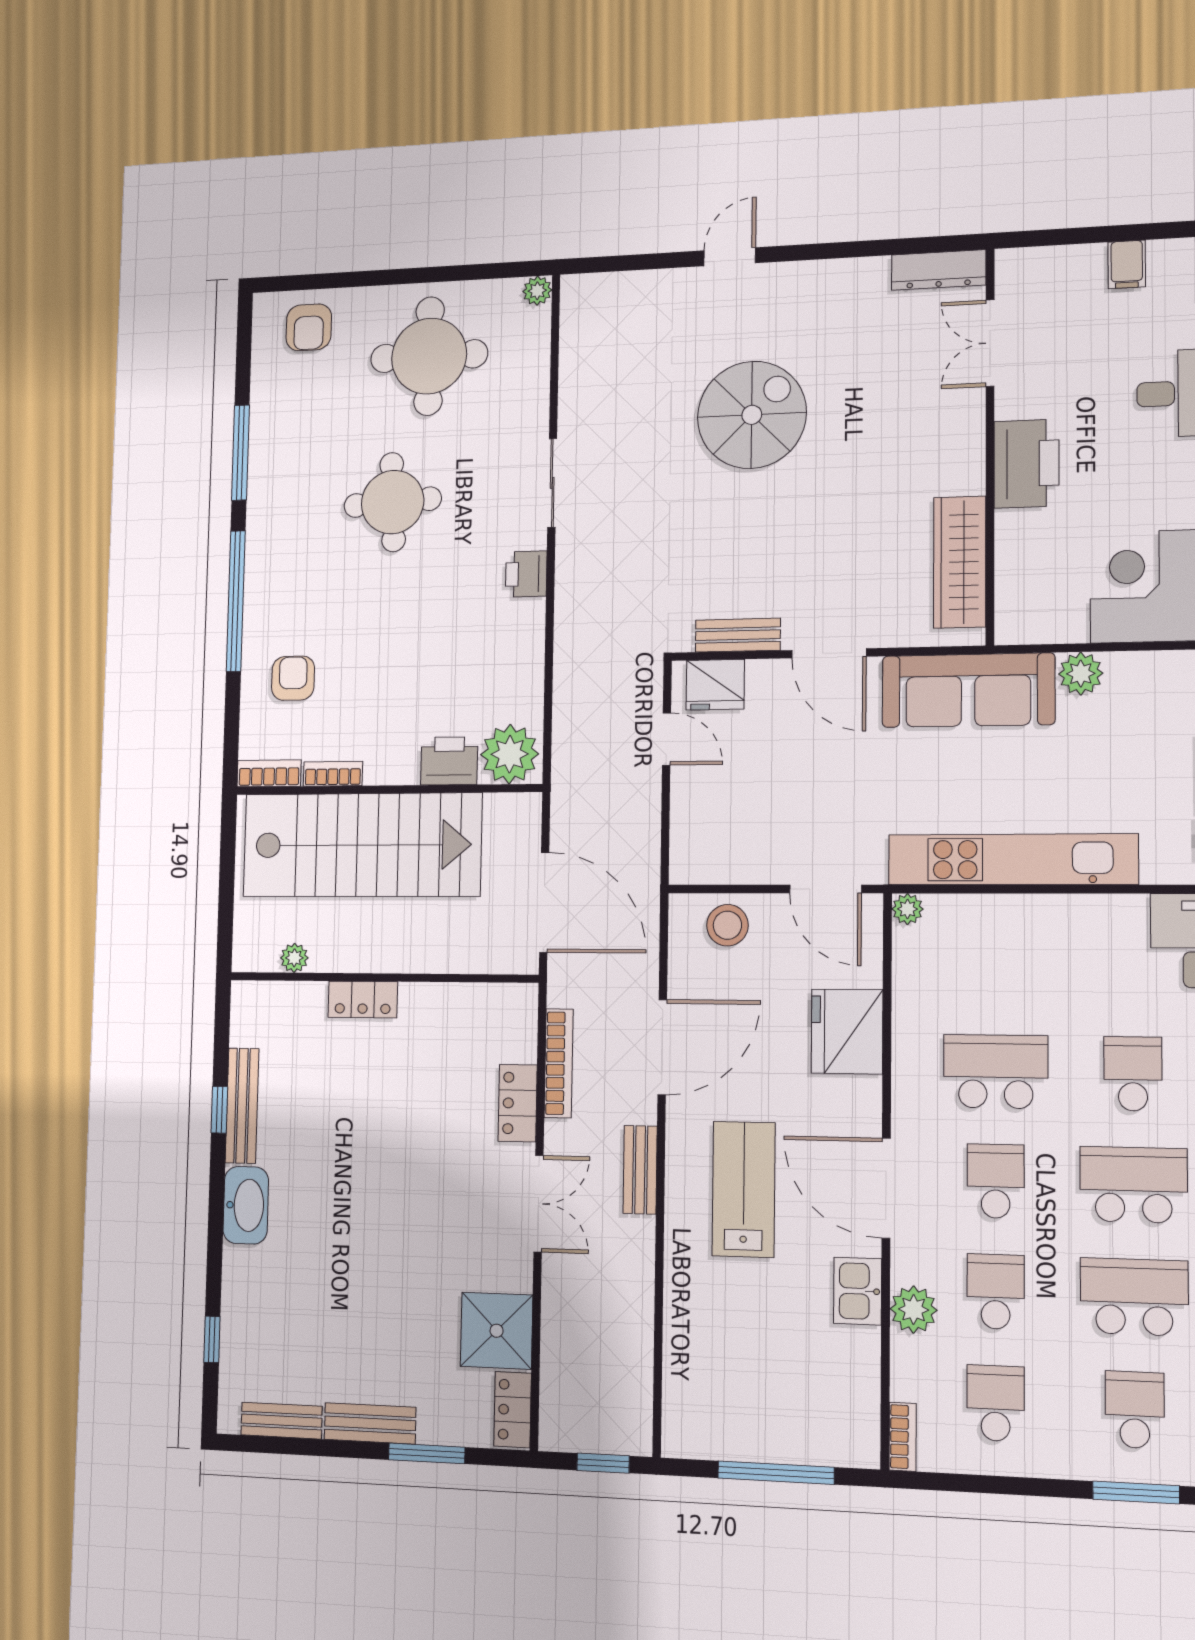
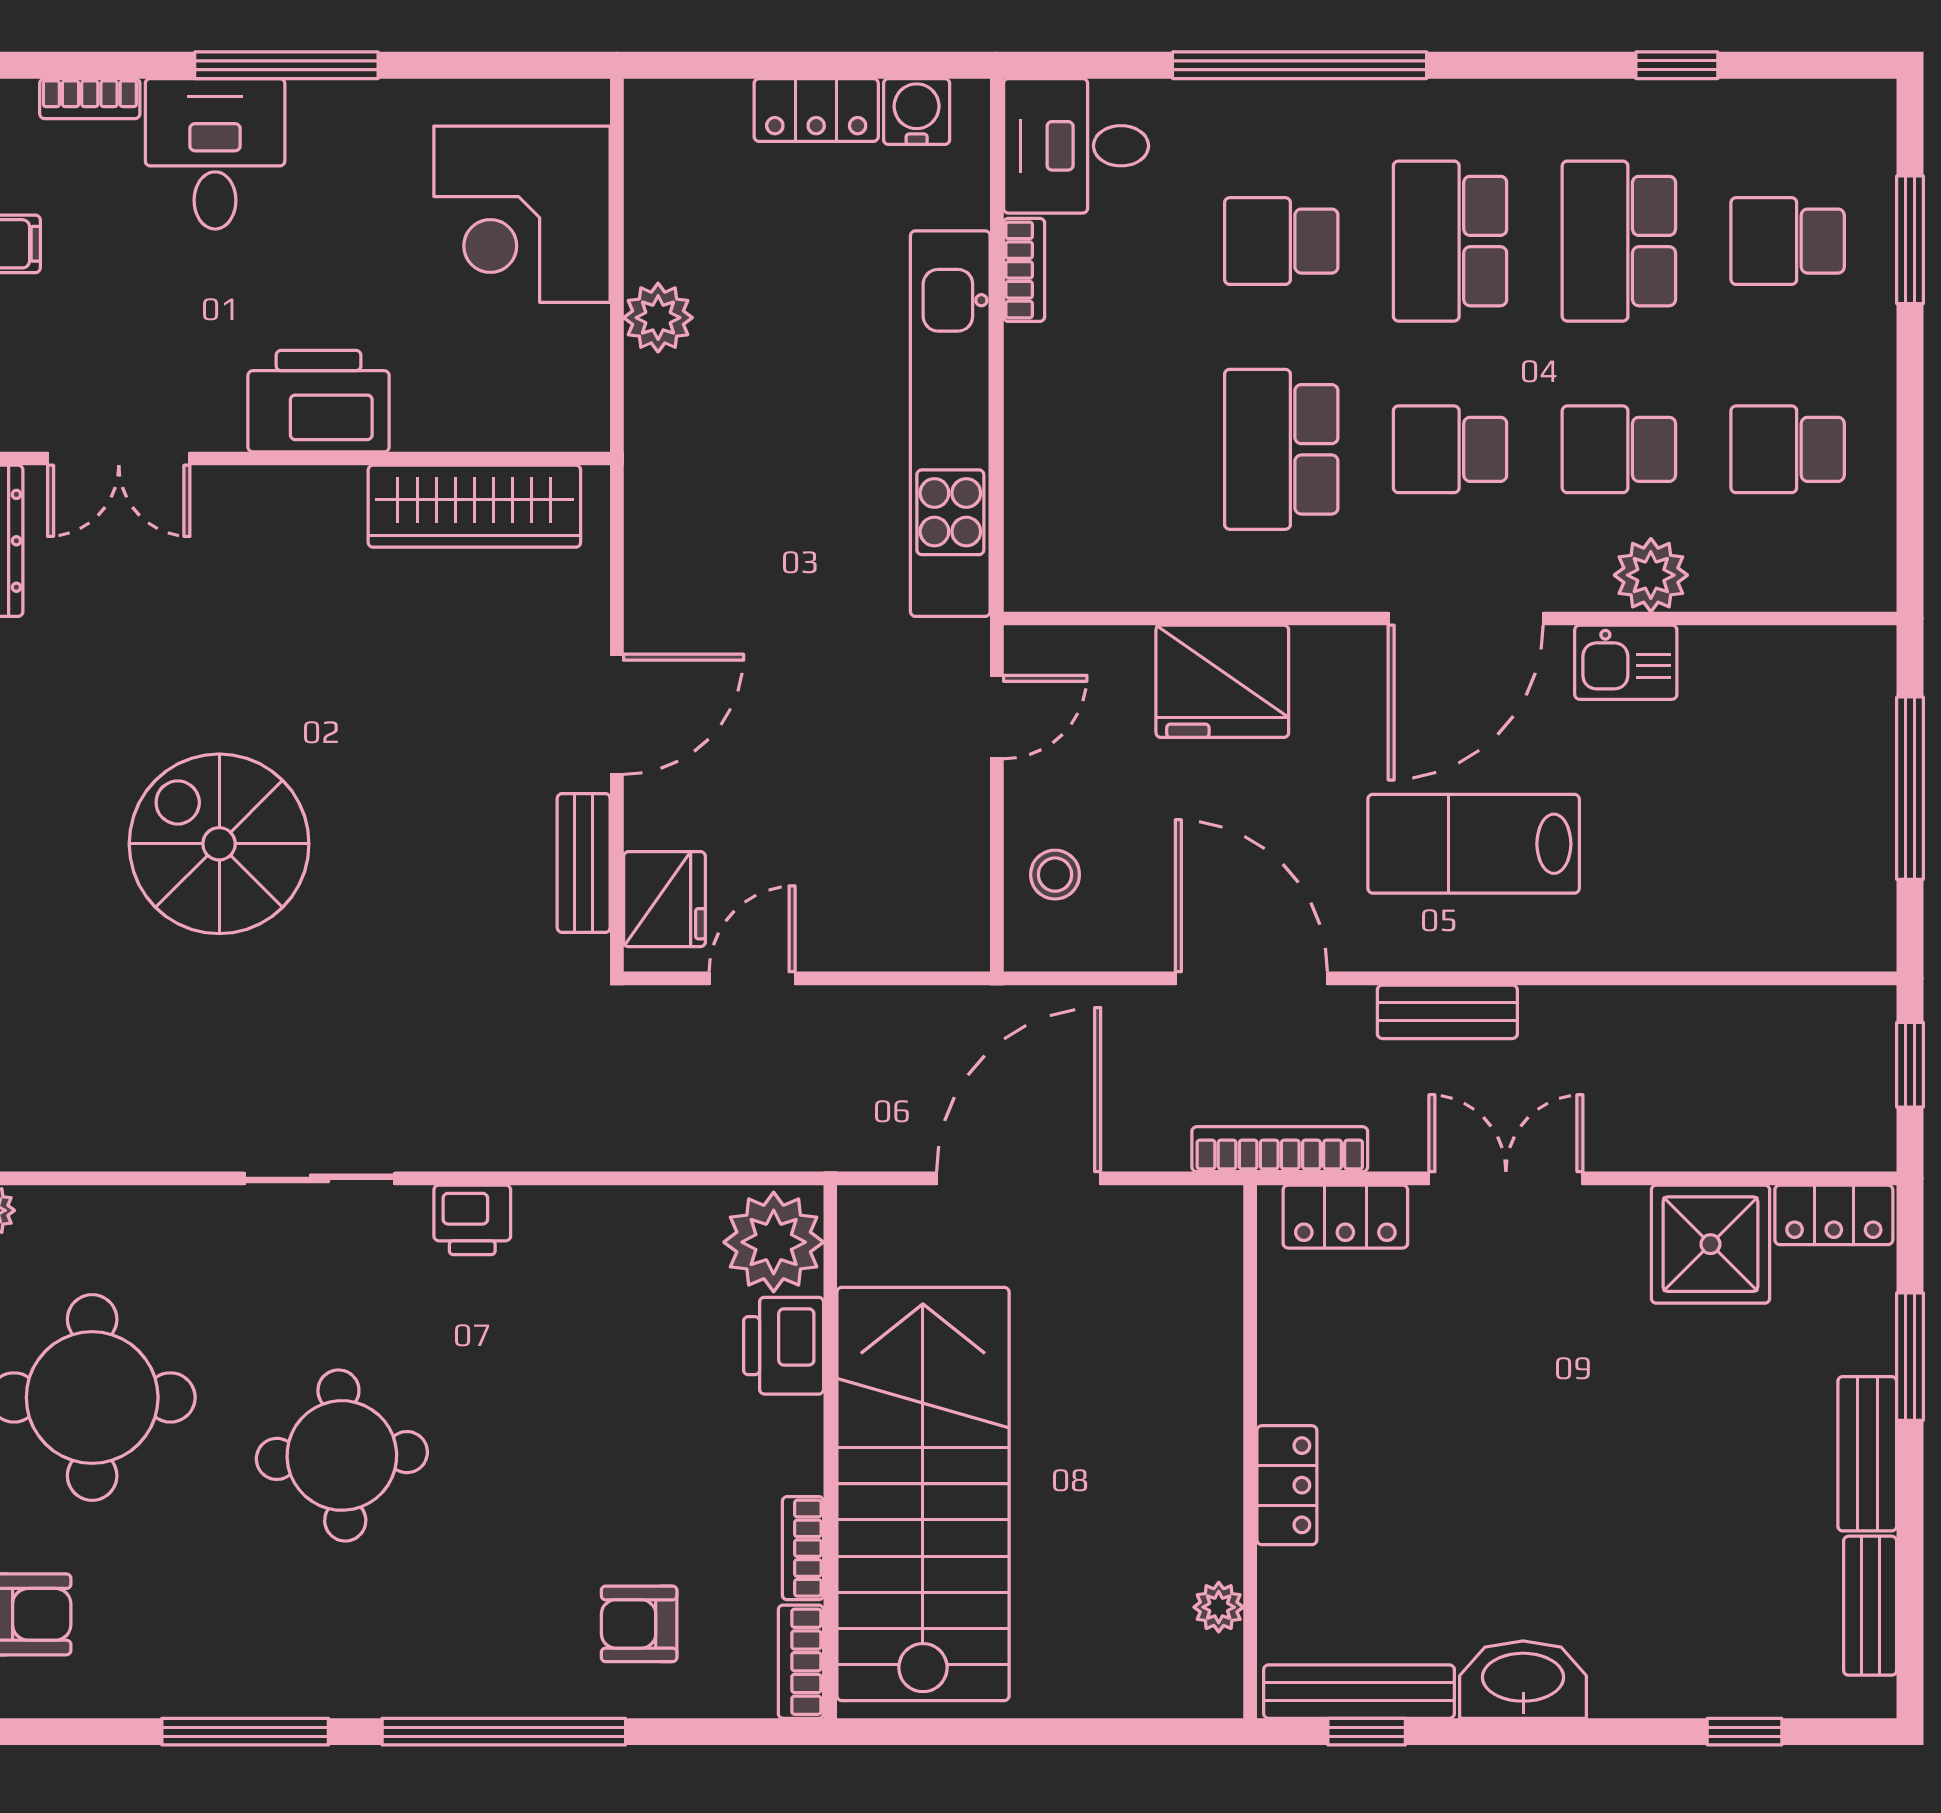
sofa: (968, 690) -> (681, 493), removed
door: (826, 889) -> (997, 717), width x0.73
plant: (907, 909) -> (1028, 587), removed
stool: (727, 925) -> (1055, 875), width x0.73, depth x0.73
plant: (294, 958) -> (1219, 1607), moved
wall: (383, 977) -> (1250, 1452), moved
locker: (363, 1000) -> (1287, 1485), moved
bookcase: (903, 1437) -> (1024, 270), moved, turned 90

